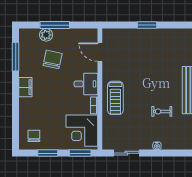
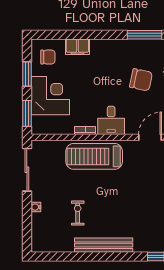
filing cabinet: (25, 87) -> (77, 47), moved
treadmill: (115, 98) -> (94, 156), width x1.37, depth x1.38
corner desk: (82, 131) -> (50, 96), moved, turned 90
sliding door: (126, 153) -> (27, 170), width x1.37

